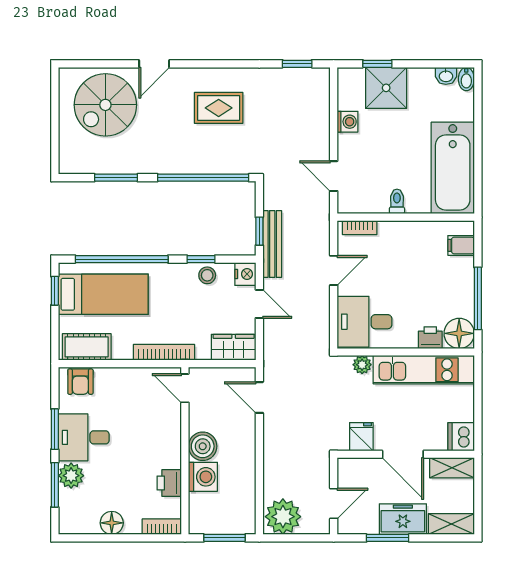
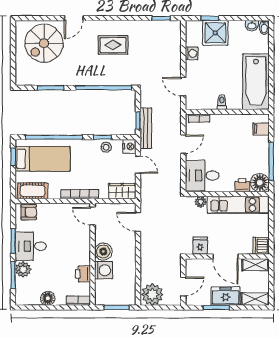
armchair: (80, 382) -> (29, 212), turned -90

